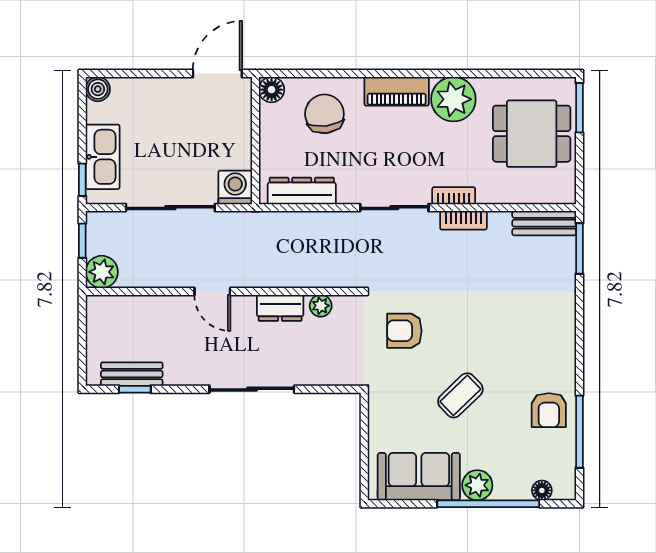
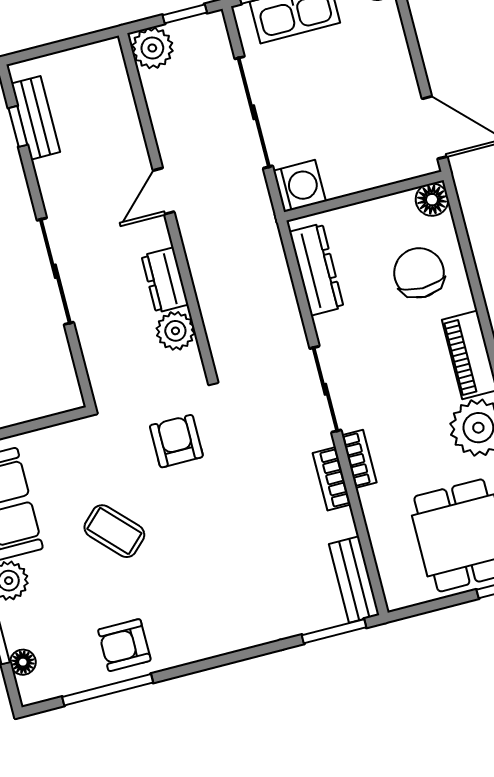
chair: (324, 114) -> (419, 273), turned -83
plant: (321, 306) -> (175, 331), width x1.38, depth x1.38

